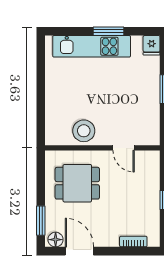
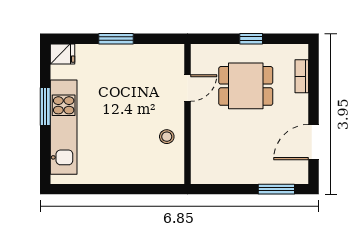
stool: (84, 131) -> (167, 137), width x0.53, depth x0.53
dining table: (77, 183) -> (246, 86), moved, turned 90
floor lamp: (56, 240) -> (299, 171), removed

